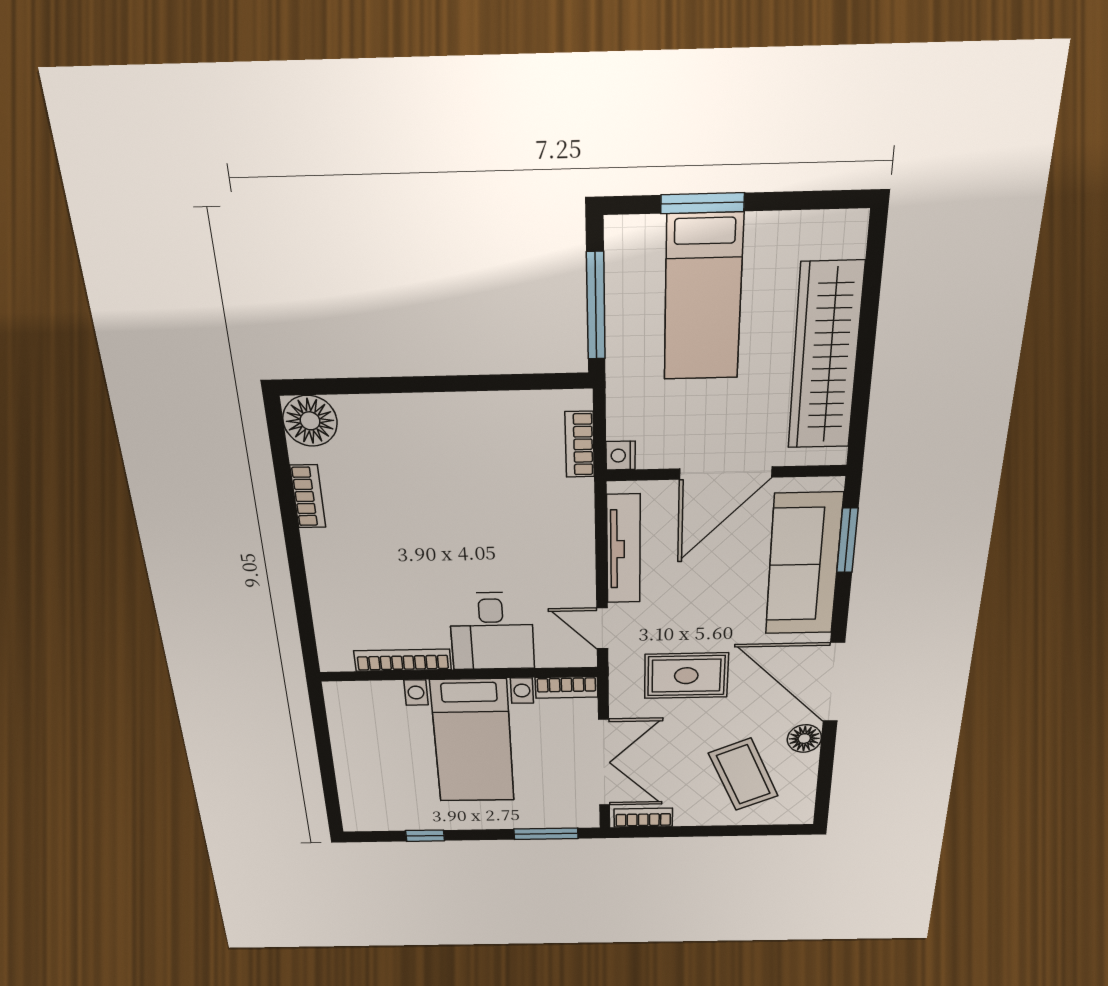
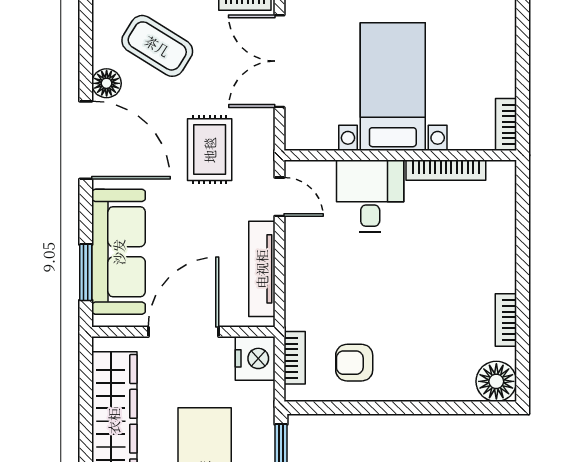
armchair: (501, 440) -> (354, 363), added
nightstand: (621, 456) -> (255, 358), width x1.89, depth x1.79
rug: (686, 676) -> (210, 150), turned 90
bookcase: (567, 687) -> (506, 124), moved, turned -90
coffee table: (743, 775) -> (157, 46), turned -35

